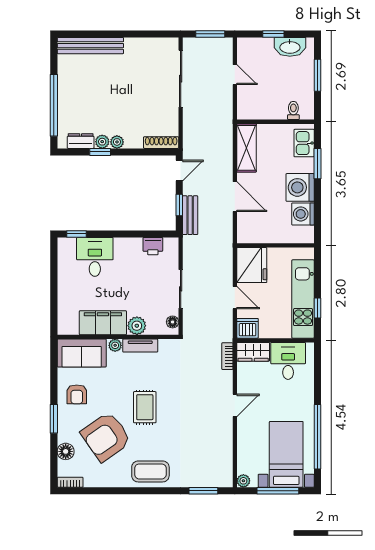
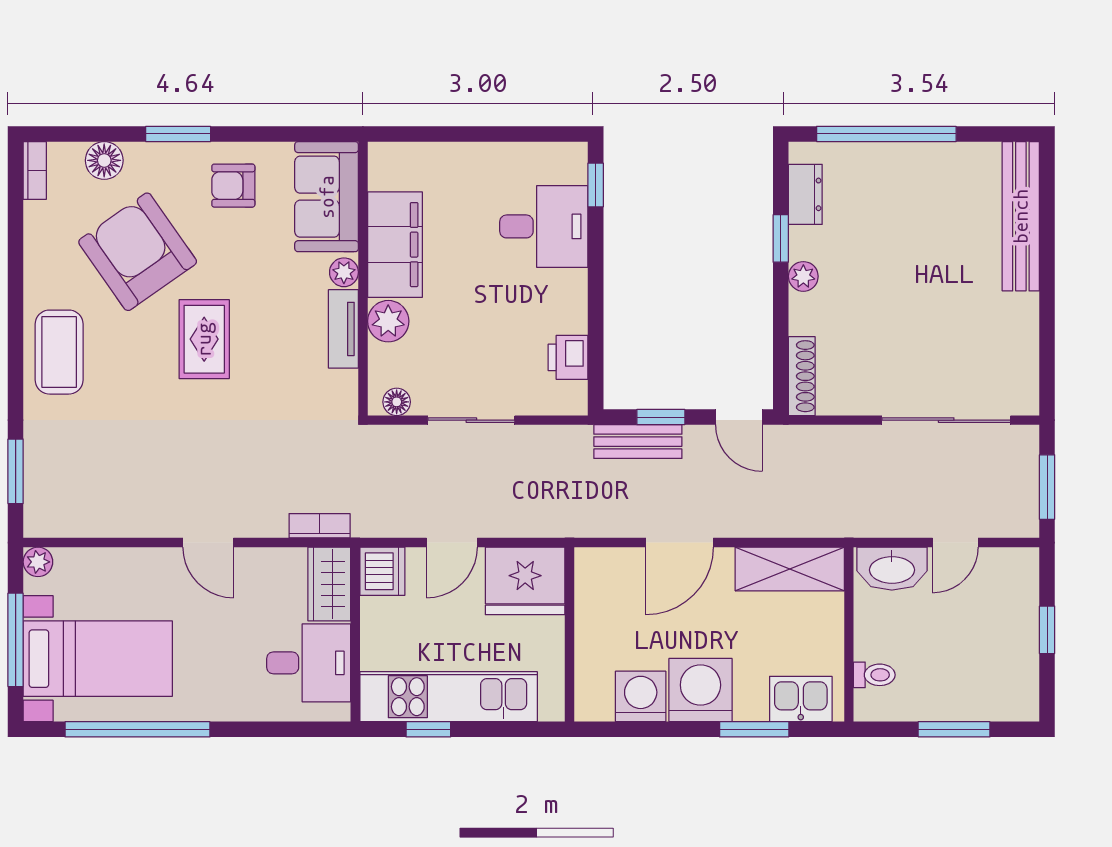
washbasin: (290, 47) -> (892, 569), moved, turned -90
plant: (102, 142) -> (804, 243), removed
rug: (145, 407) -> (204, 339), turned 90

